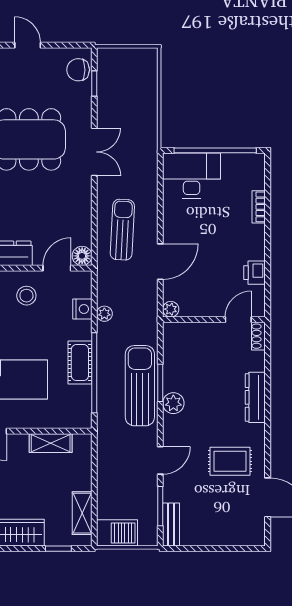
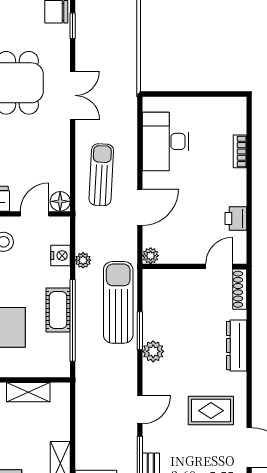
window: (215, 150) -> (196, 94), removed
desk: (192, 176) -> (165, 141), moved, turned -90
shoe rack: (258, 336) -> (240, 289), width x1.43
sun lounger: (140, 386) -> (118, 302), moved

